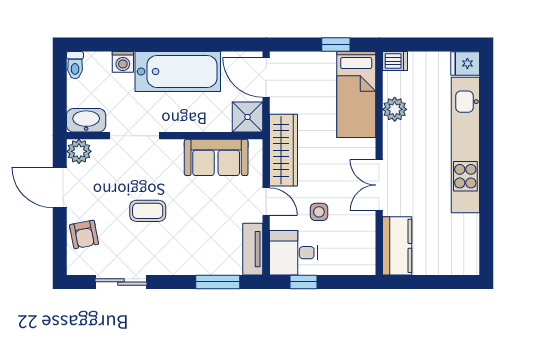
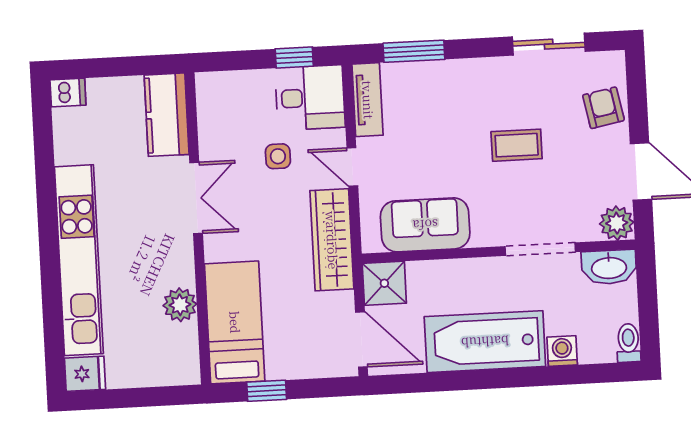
dishwasher: (395, 61) -> (68, 93), moved, turned 180

